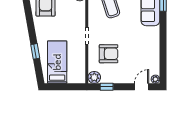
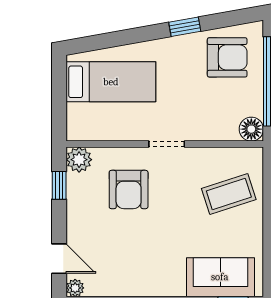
window: (35, 51) -> (185, 27), moved

